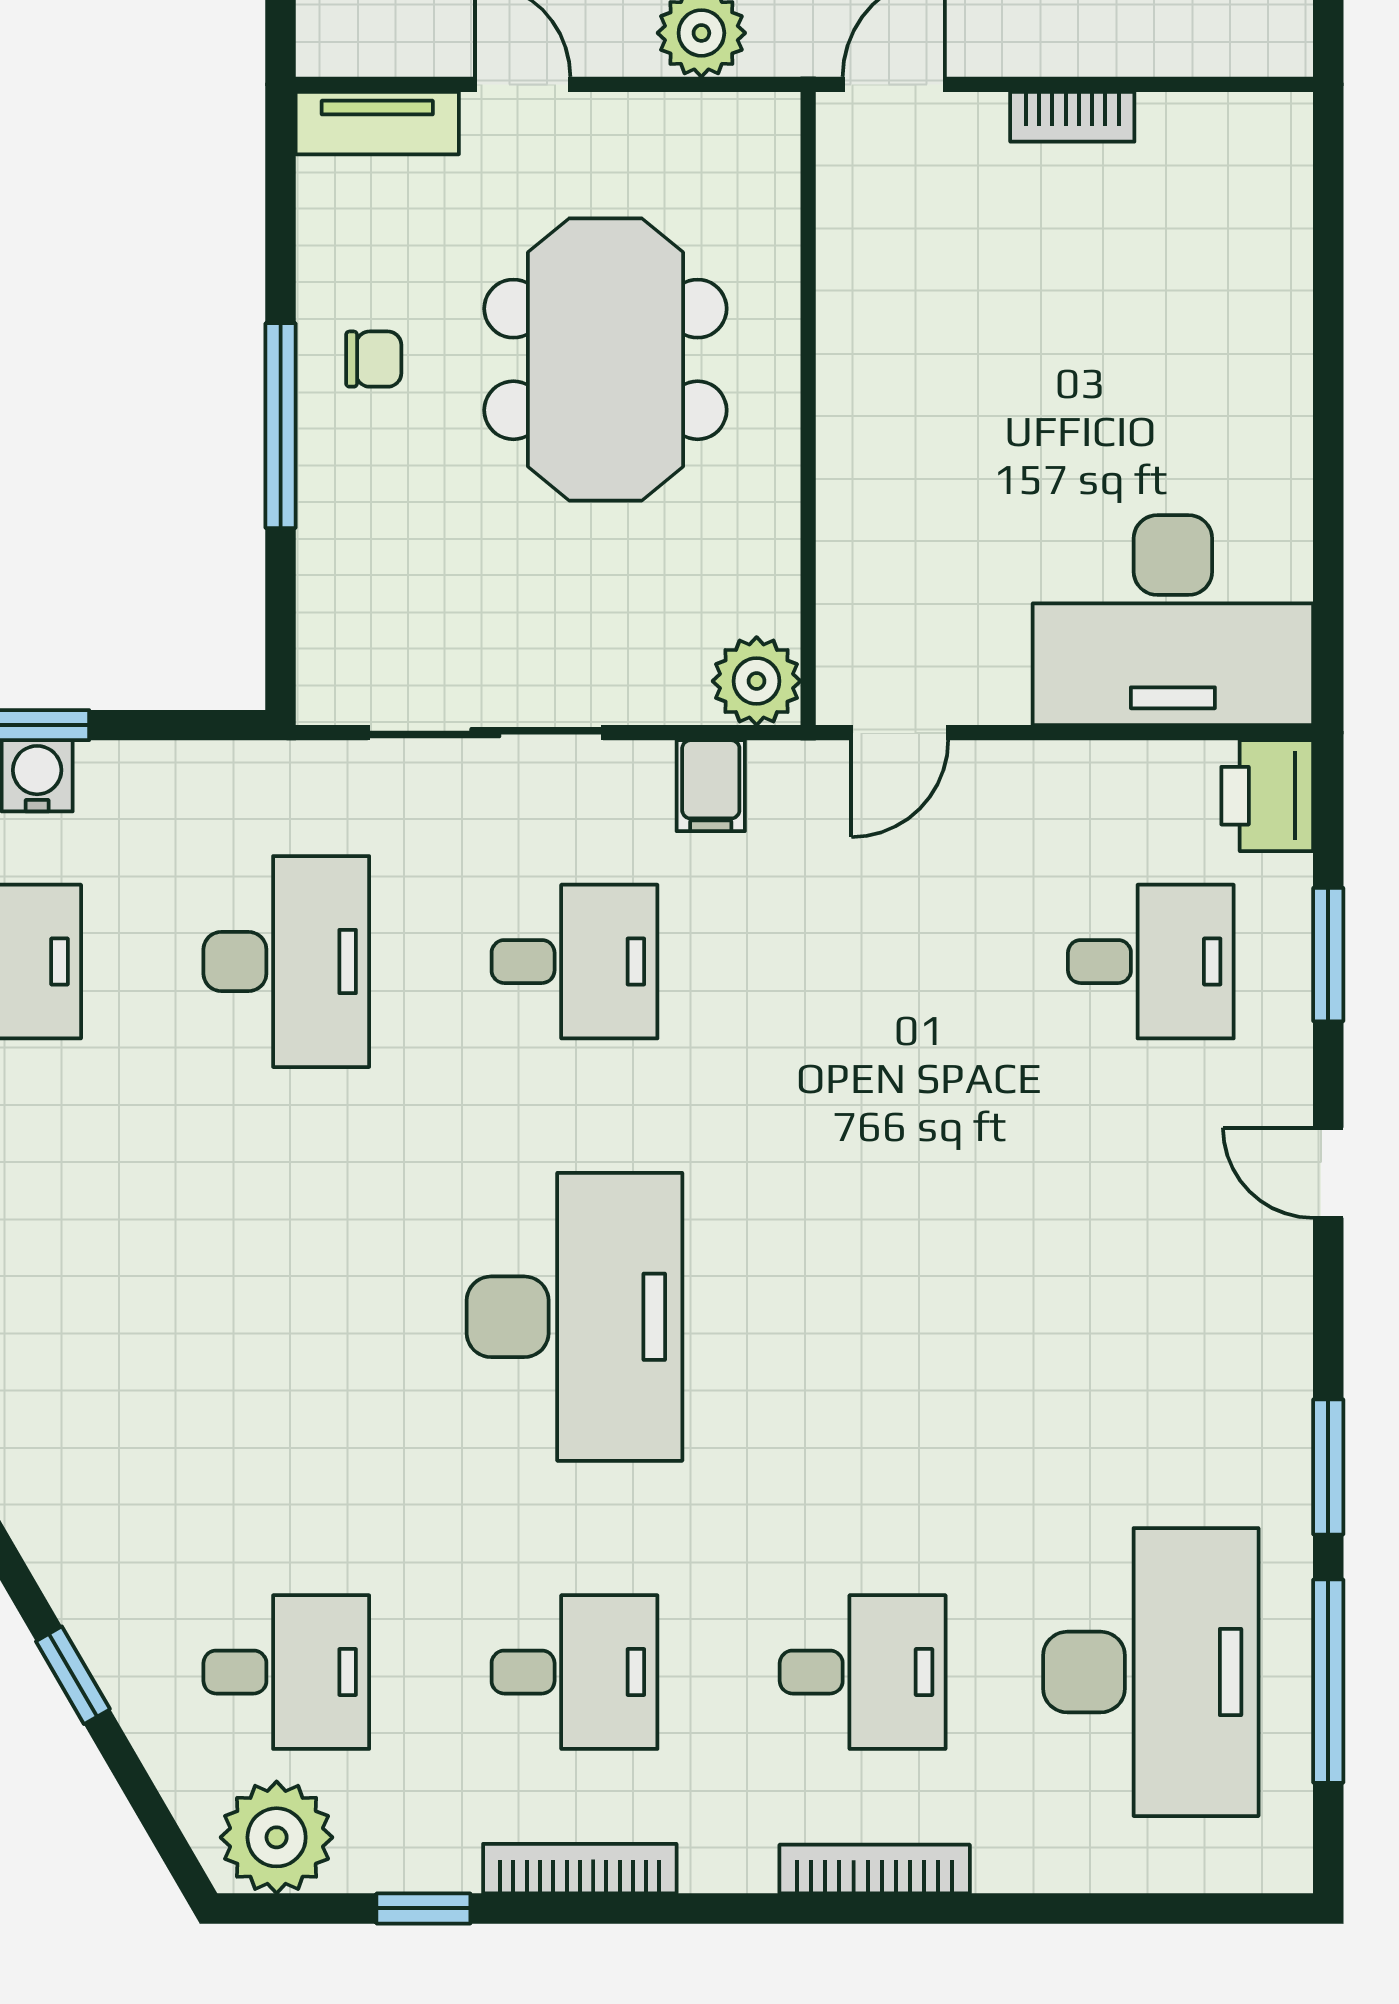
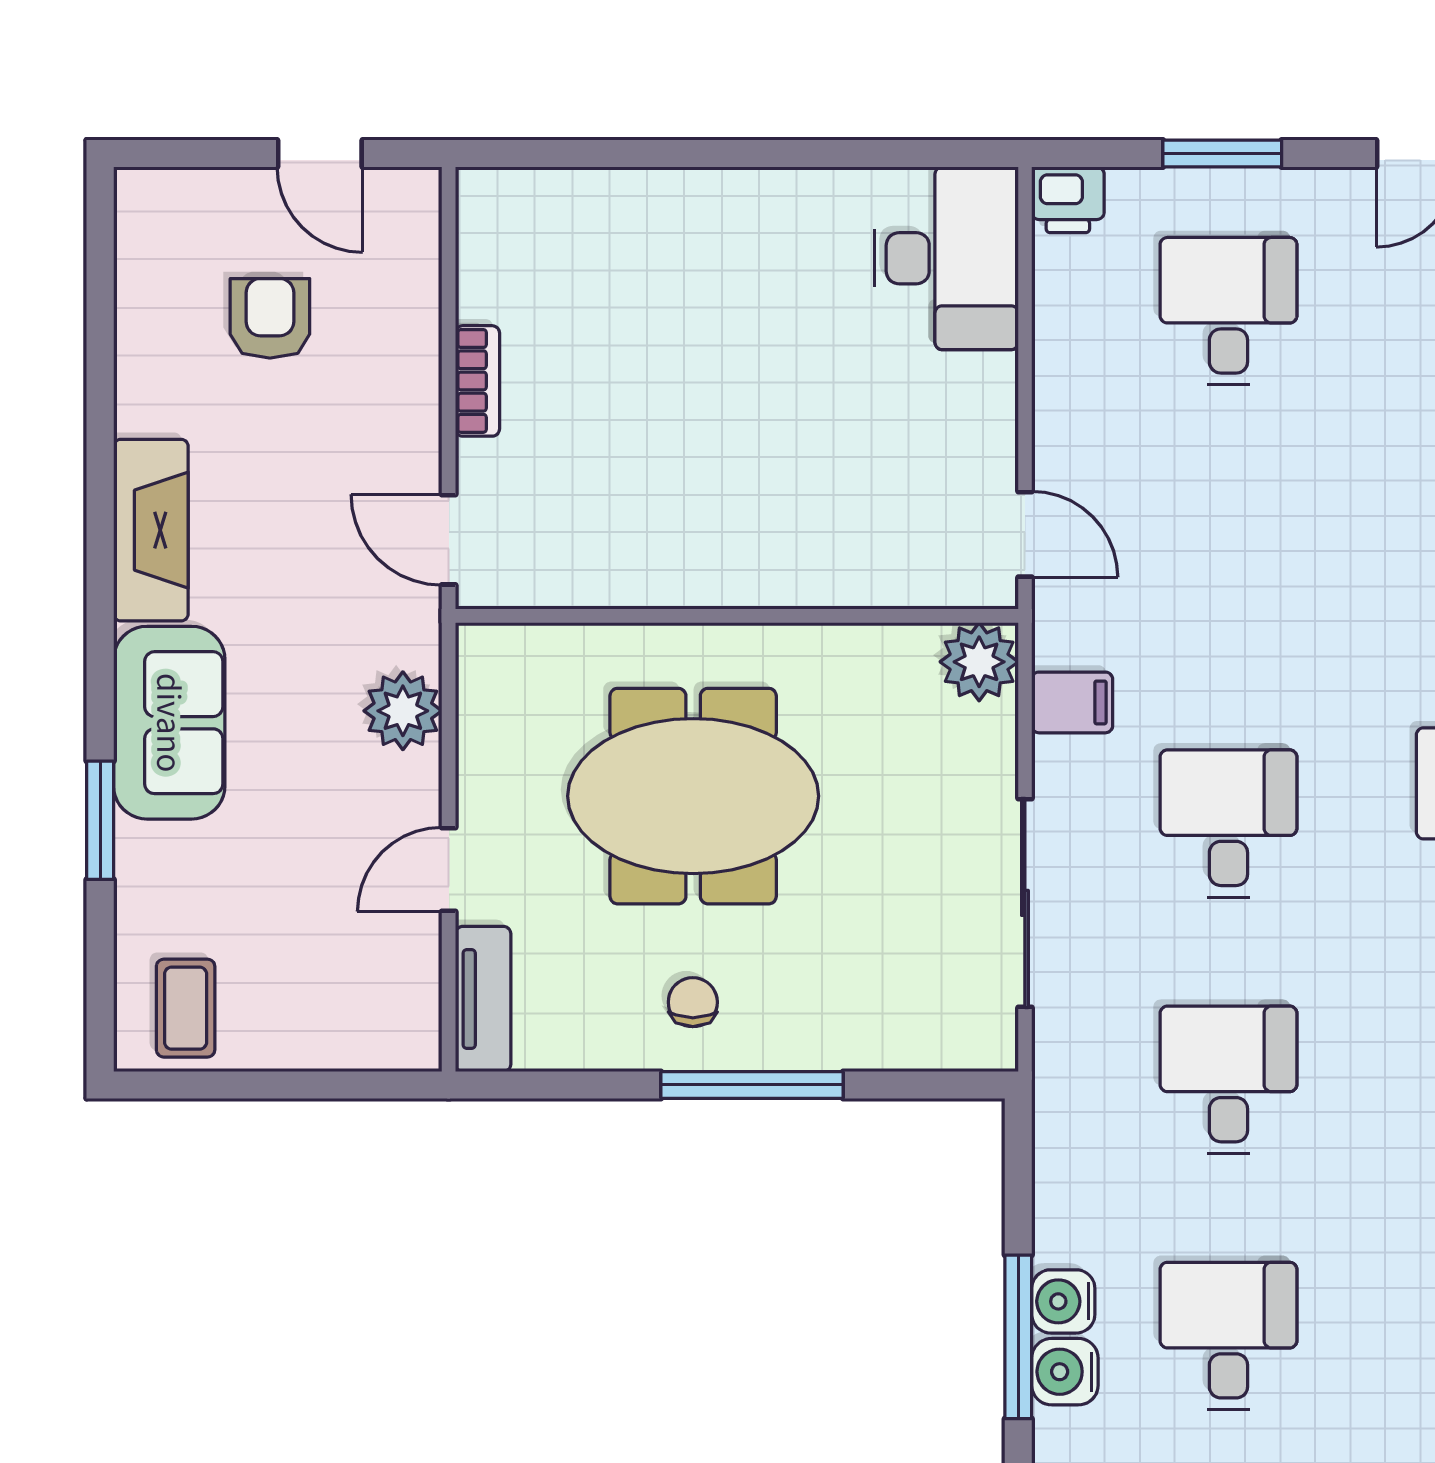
desk: (1173, 620) -> (946, 258), width x0.73, depth x0.77
printer: (1267, 796) -> (1068, 200), width x0.73, depth x0.81
desk: (286, 962) -> (1228, 1080), width x0.73

